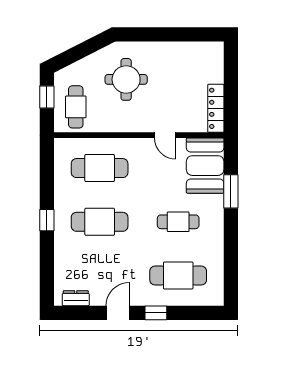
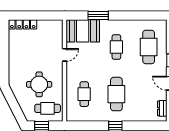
round table: (126, 79) -> (39, 84), moved
locker: (216, 108) -> (23, 24), moved
cafe table: (100, 168) -> (84, 94), width x0.73, depth x0.74

